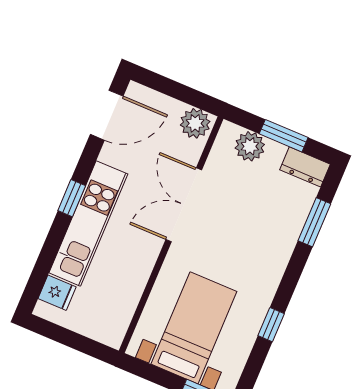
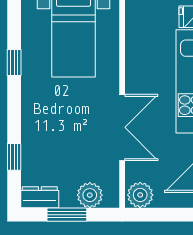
window: (314, 222) -> (14, 157), width x0.67

